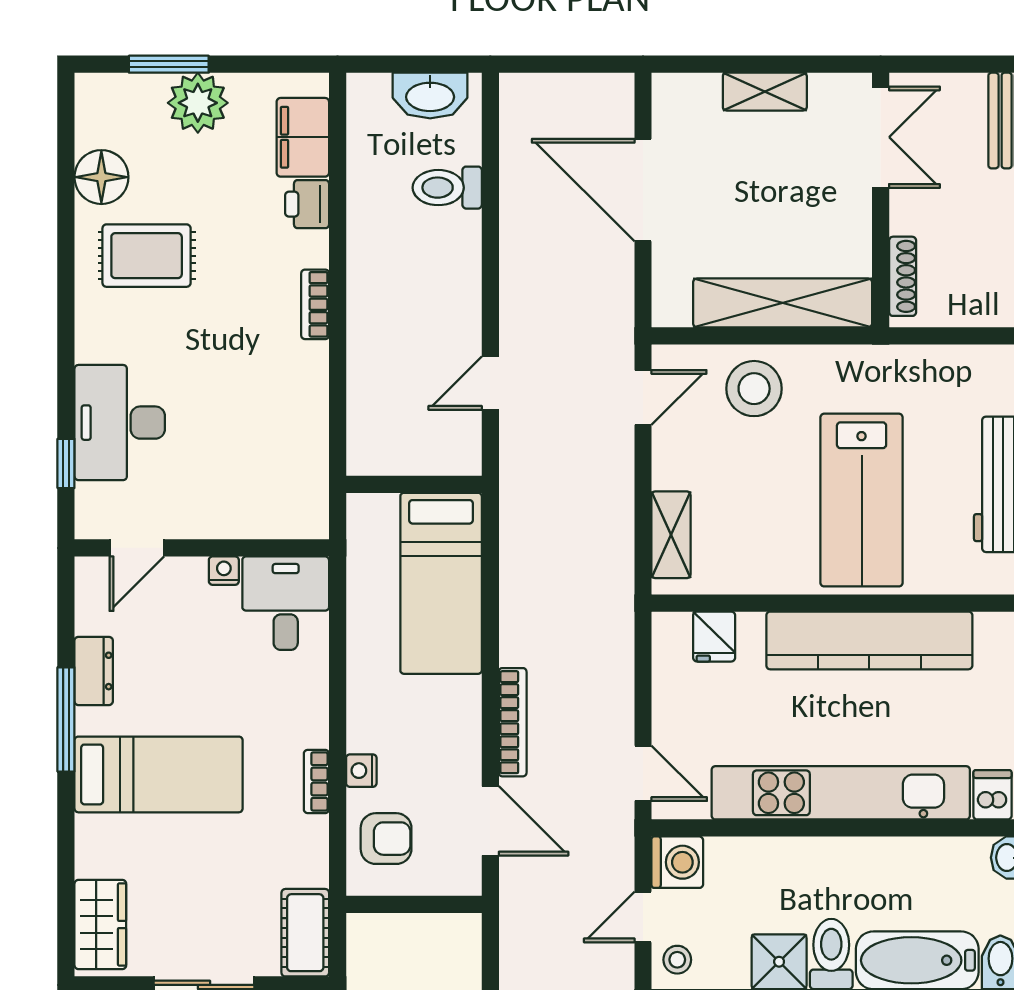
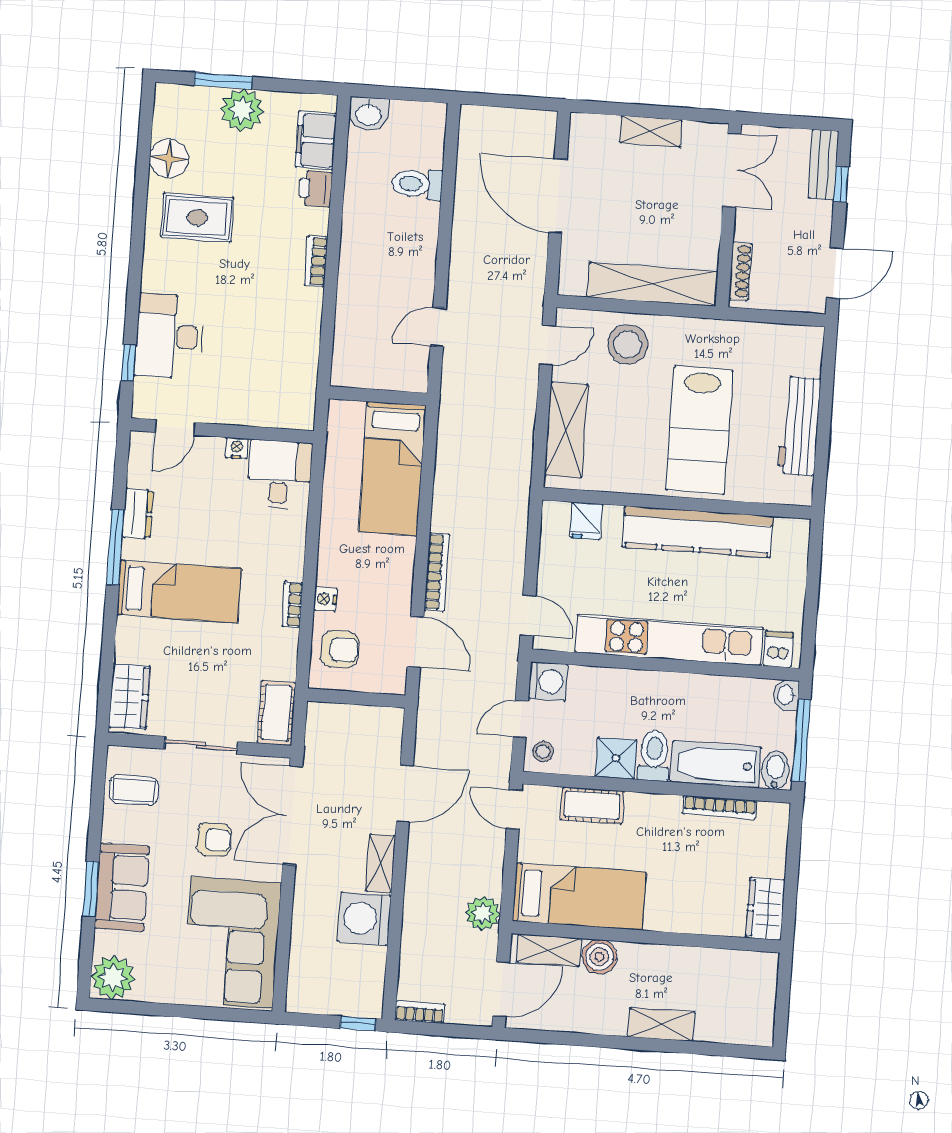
washbasin: (430, 96) -> (369, 114), moved, width x0.72
shelving: (671, 535) -> (566, 430), width x1.50, depth x1.33

